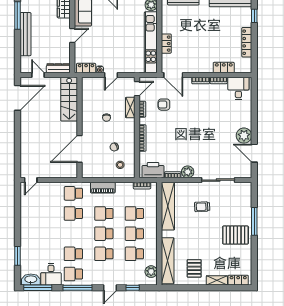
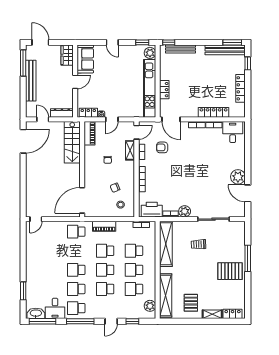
locker: (224, 68) -> (214, 112), width x1.53
piano: (87, 90) -> (89, 133), added
door: (80, 149) -> (82, 200), moved
school desk: (73, 214) -> (76, 270), moved

